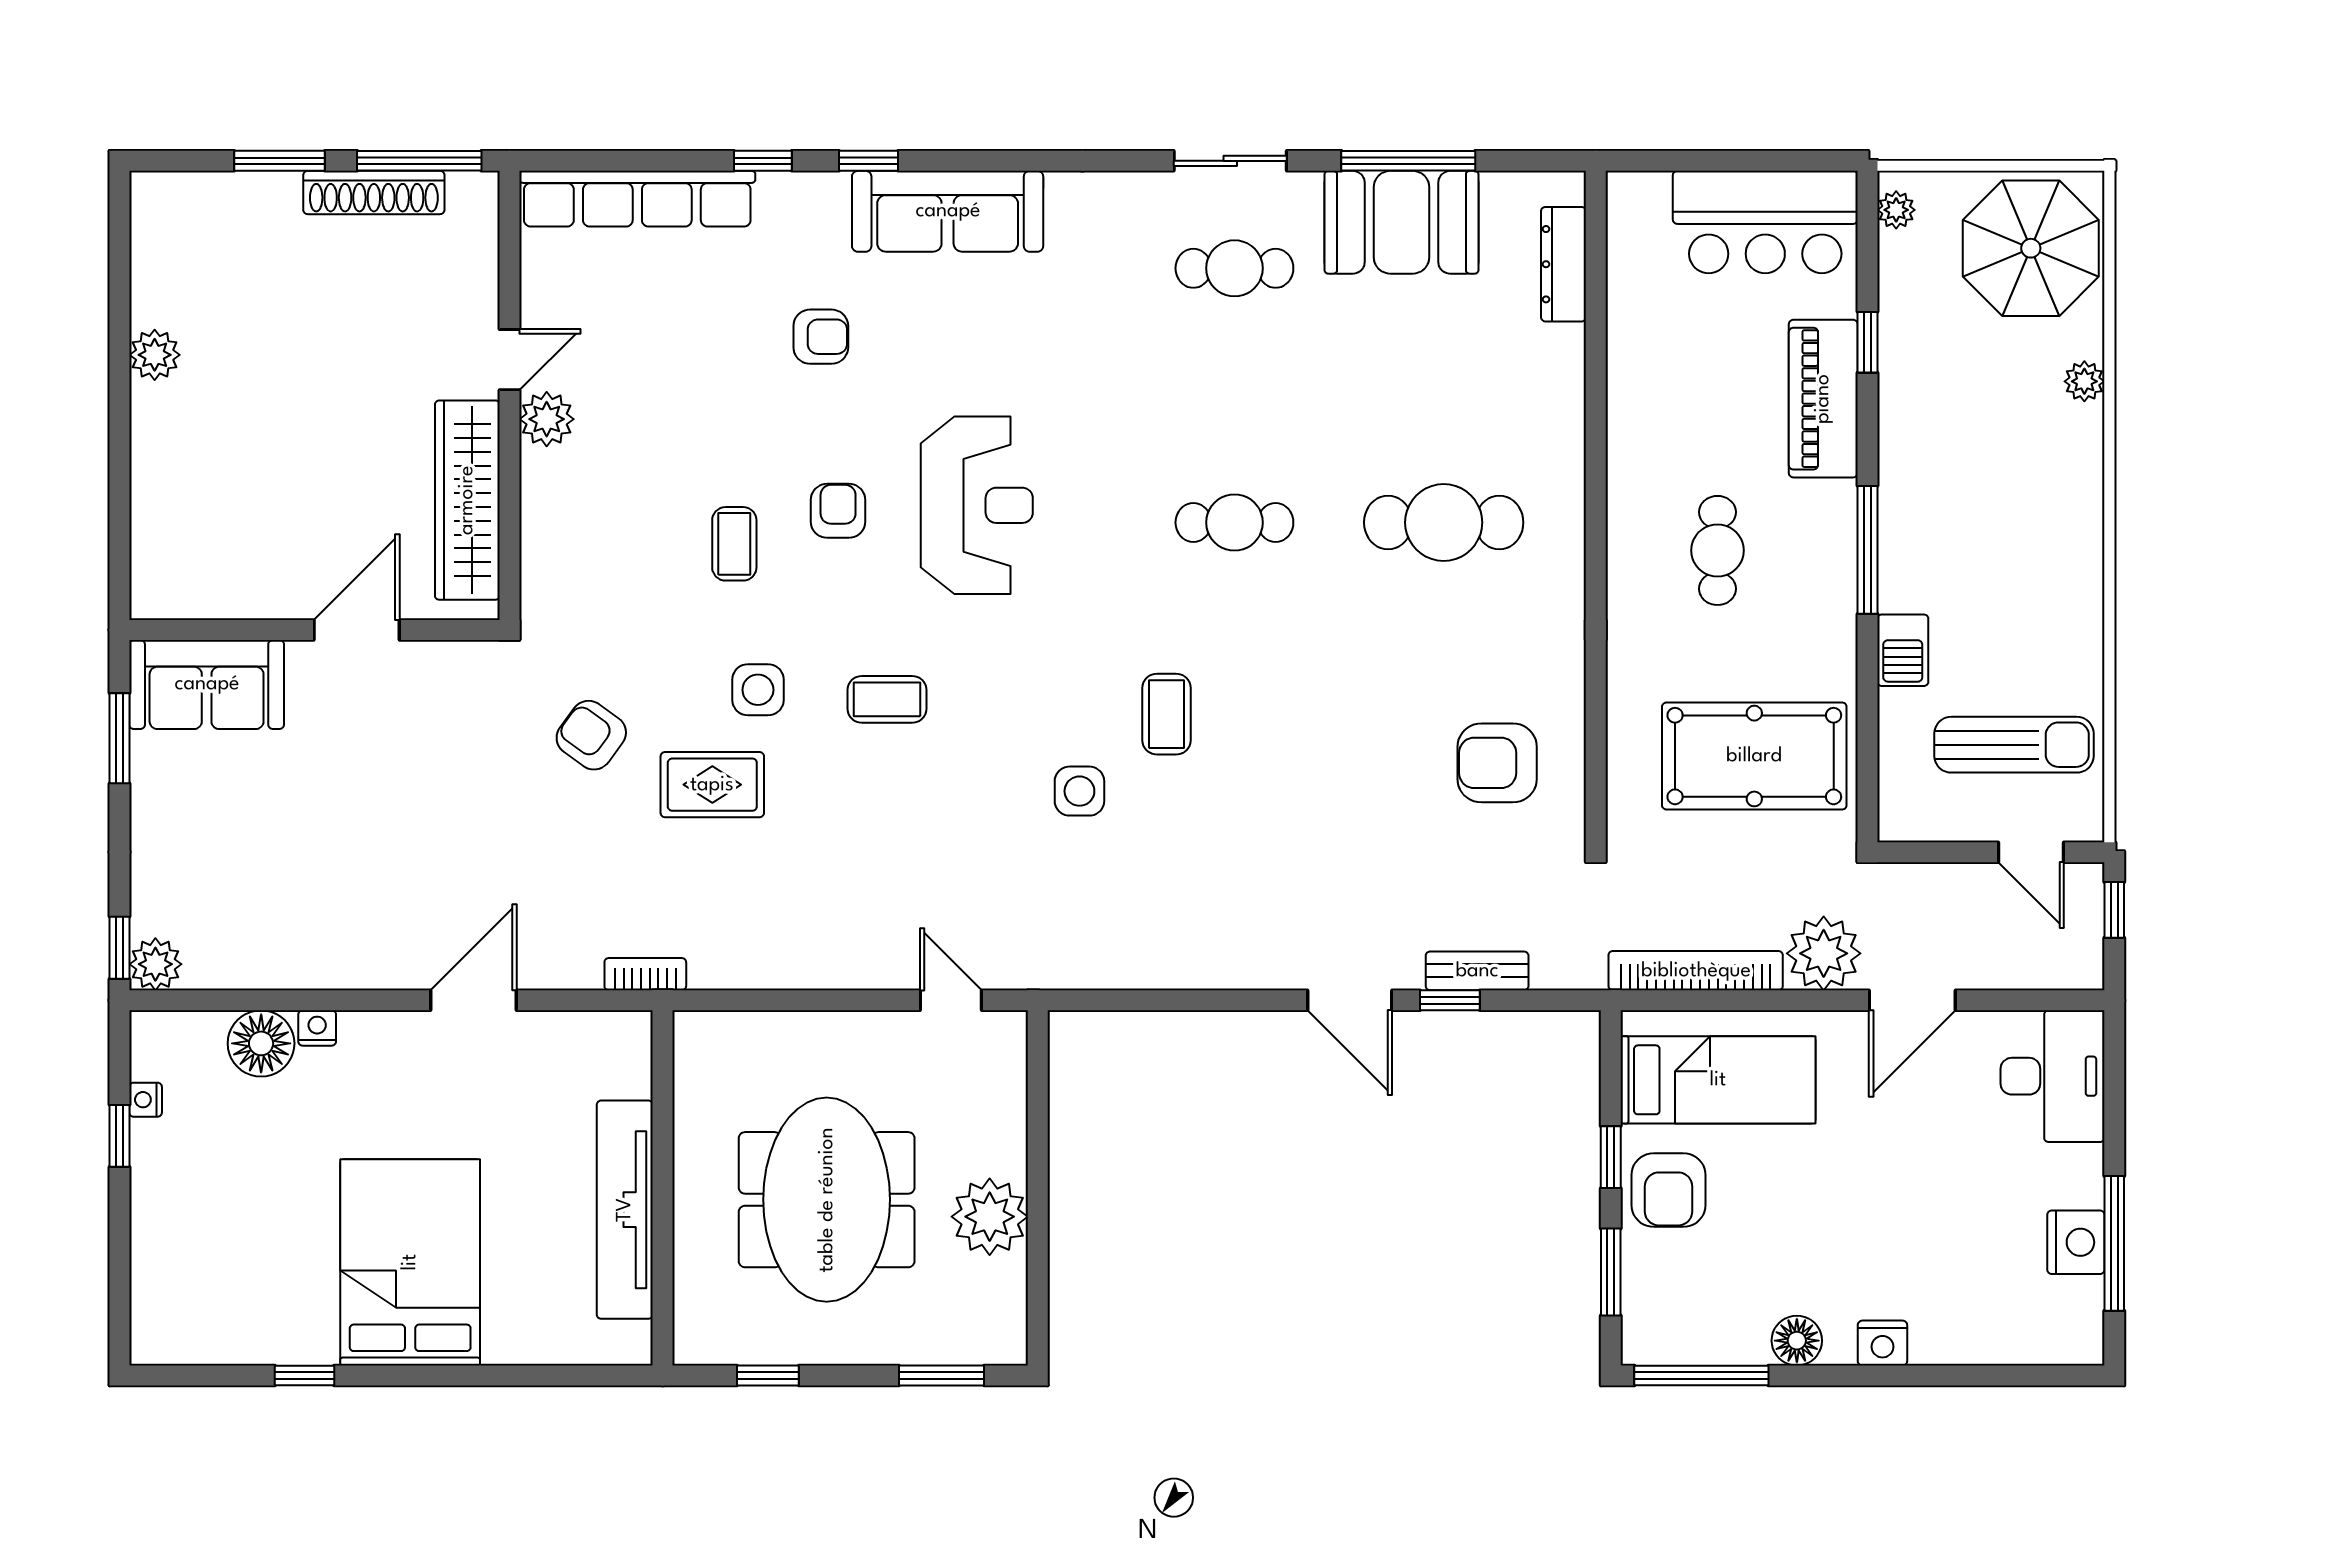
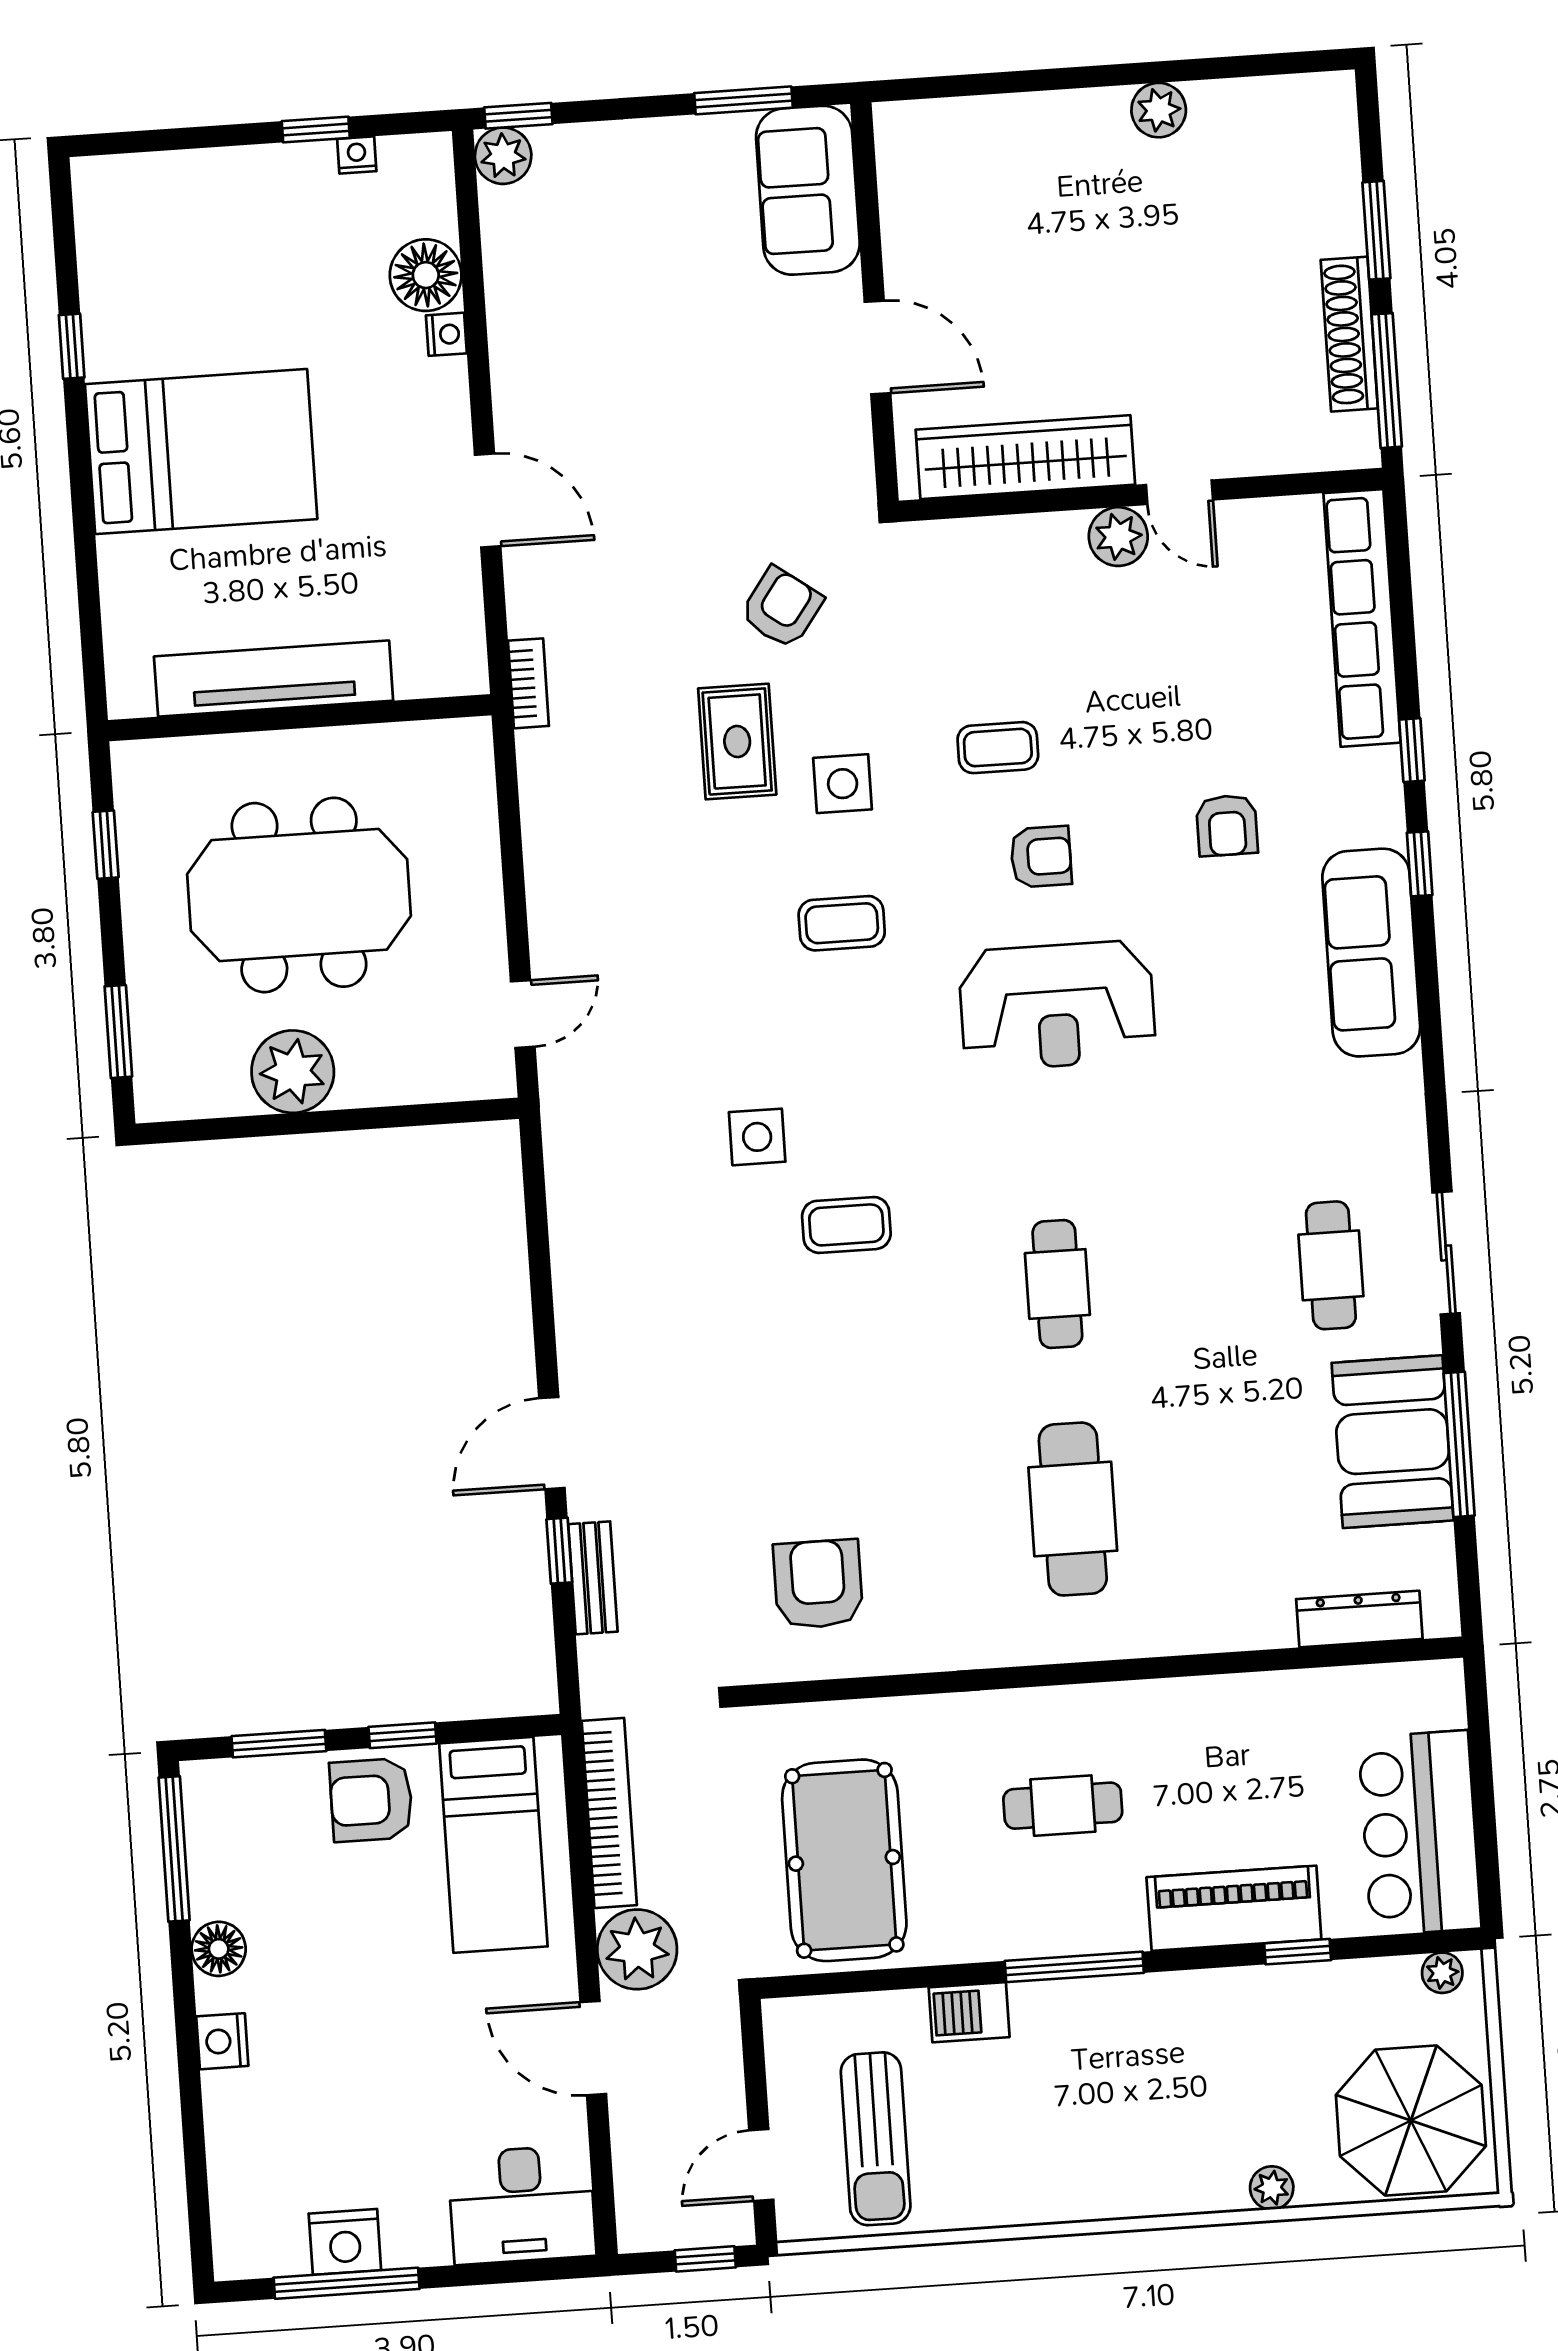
coffee table: (887, 699) -> (842, 923), turned 90

